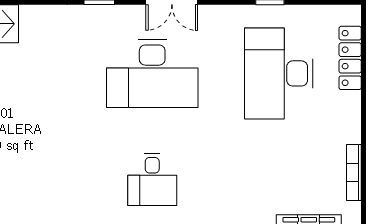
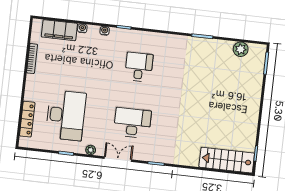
plant: (225, 14) -> (91, 150), added
desk: (152, 73) -> (132, 123), width x0.73, depth x0.77

